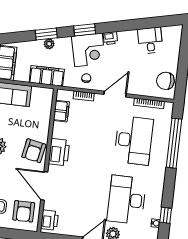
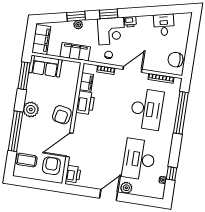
printer: (59, 152) -> (85, 103), moved
door: (44, 186) -> (70, 145), hinge flipped
armchair: (24, 211) -> (51, 166), turned 180

